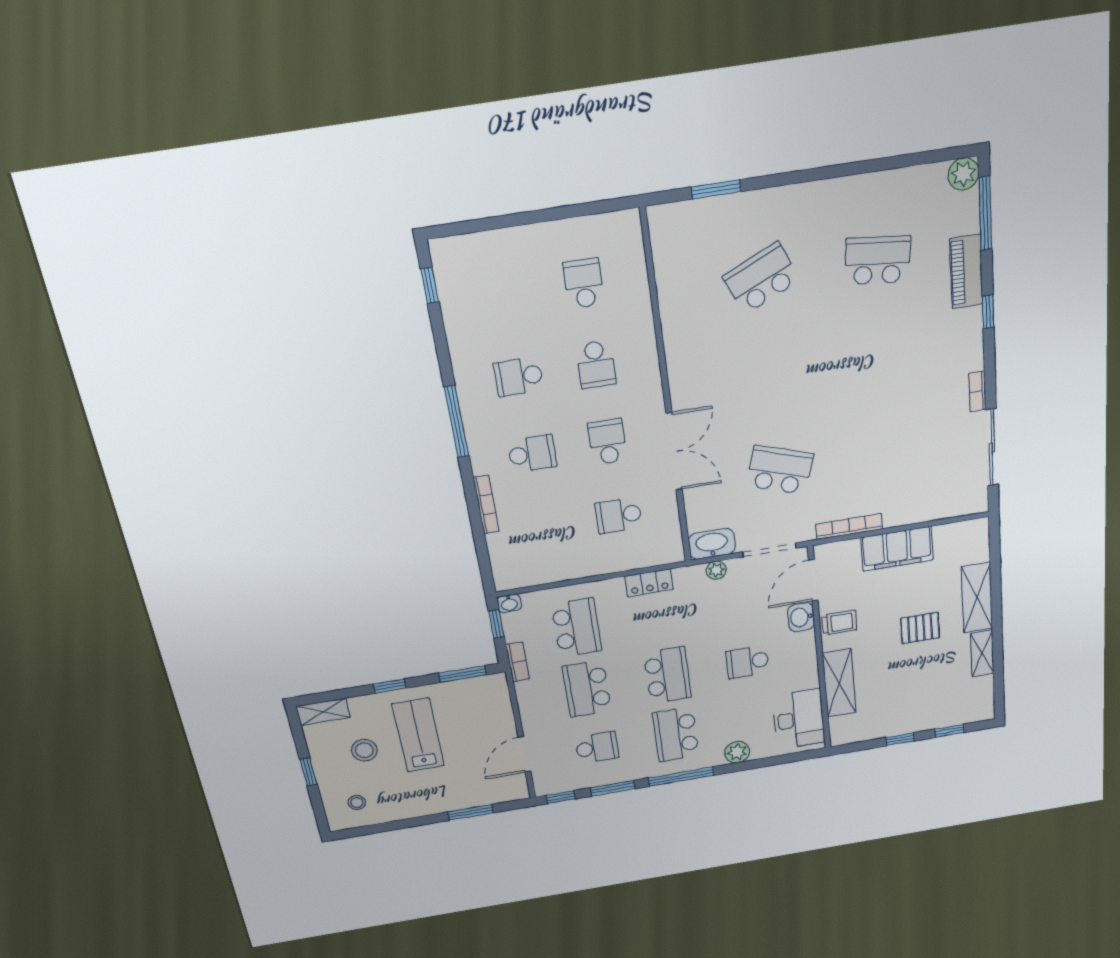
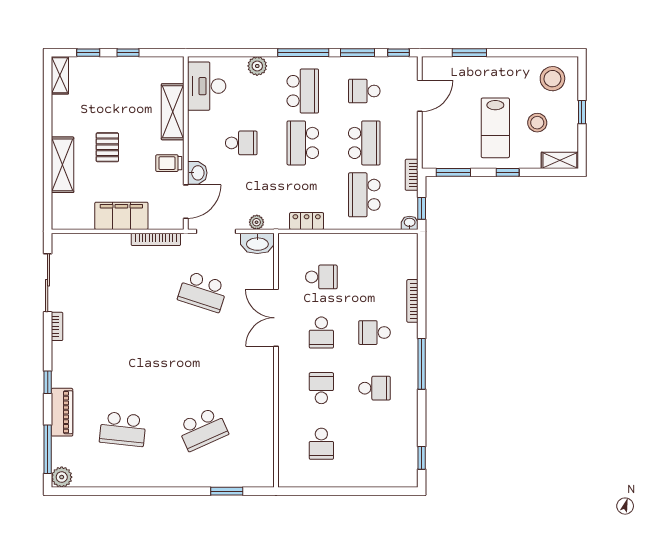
pallet: (920, 628) -> (107, 147), turned 90
shelving: (982, 653) -> (60, 75), moved
stool: (357, 802) -> (552, 79), width x1.89, depth x1.89

